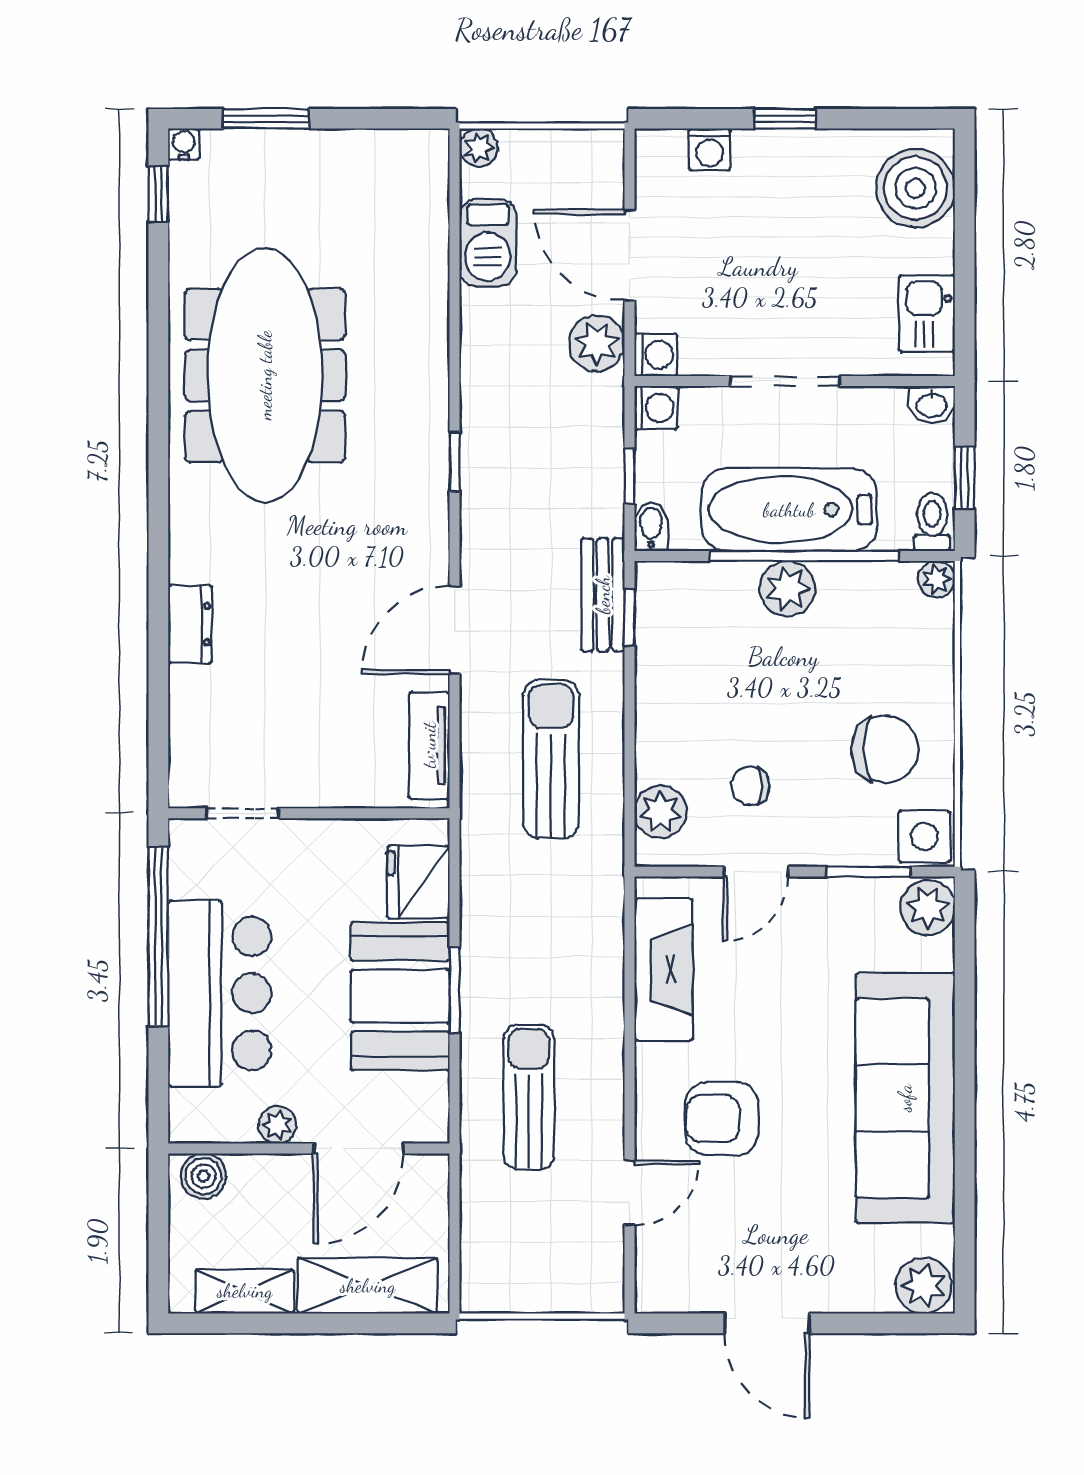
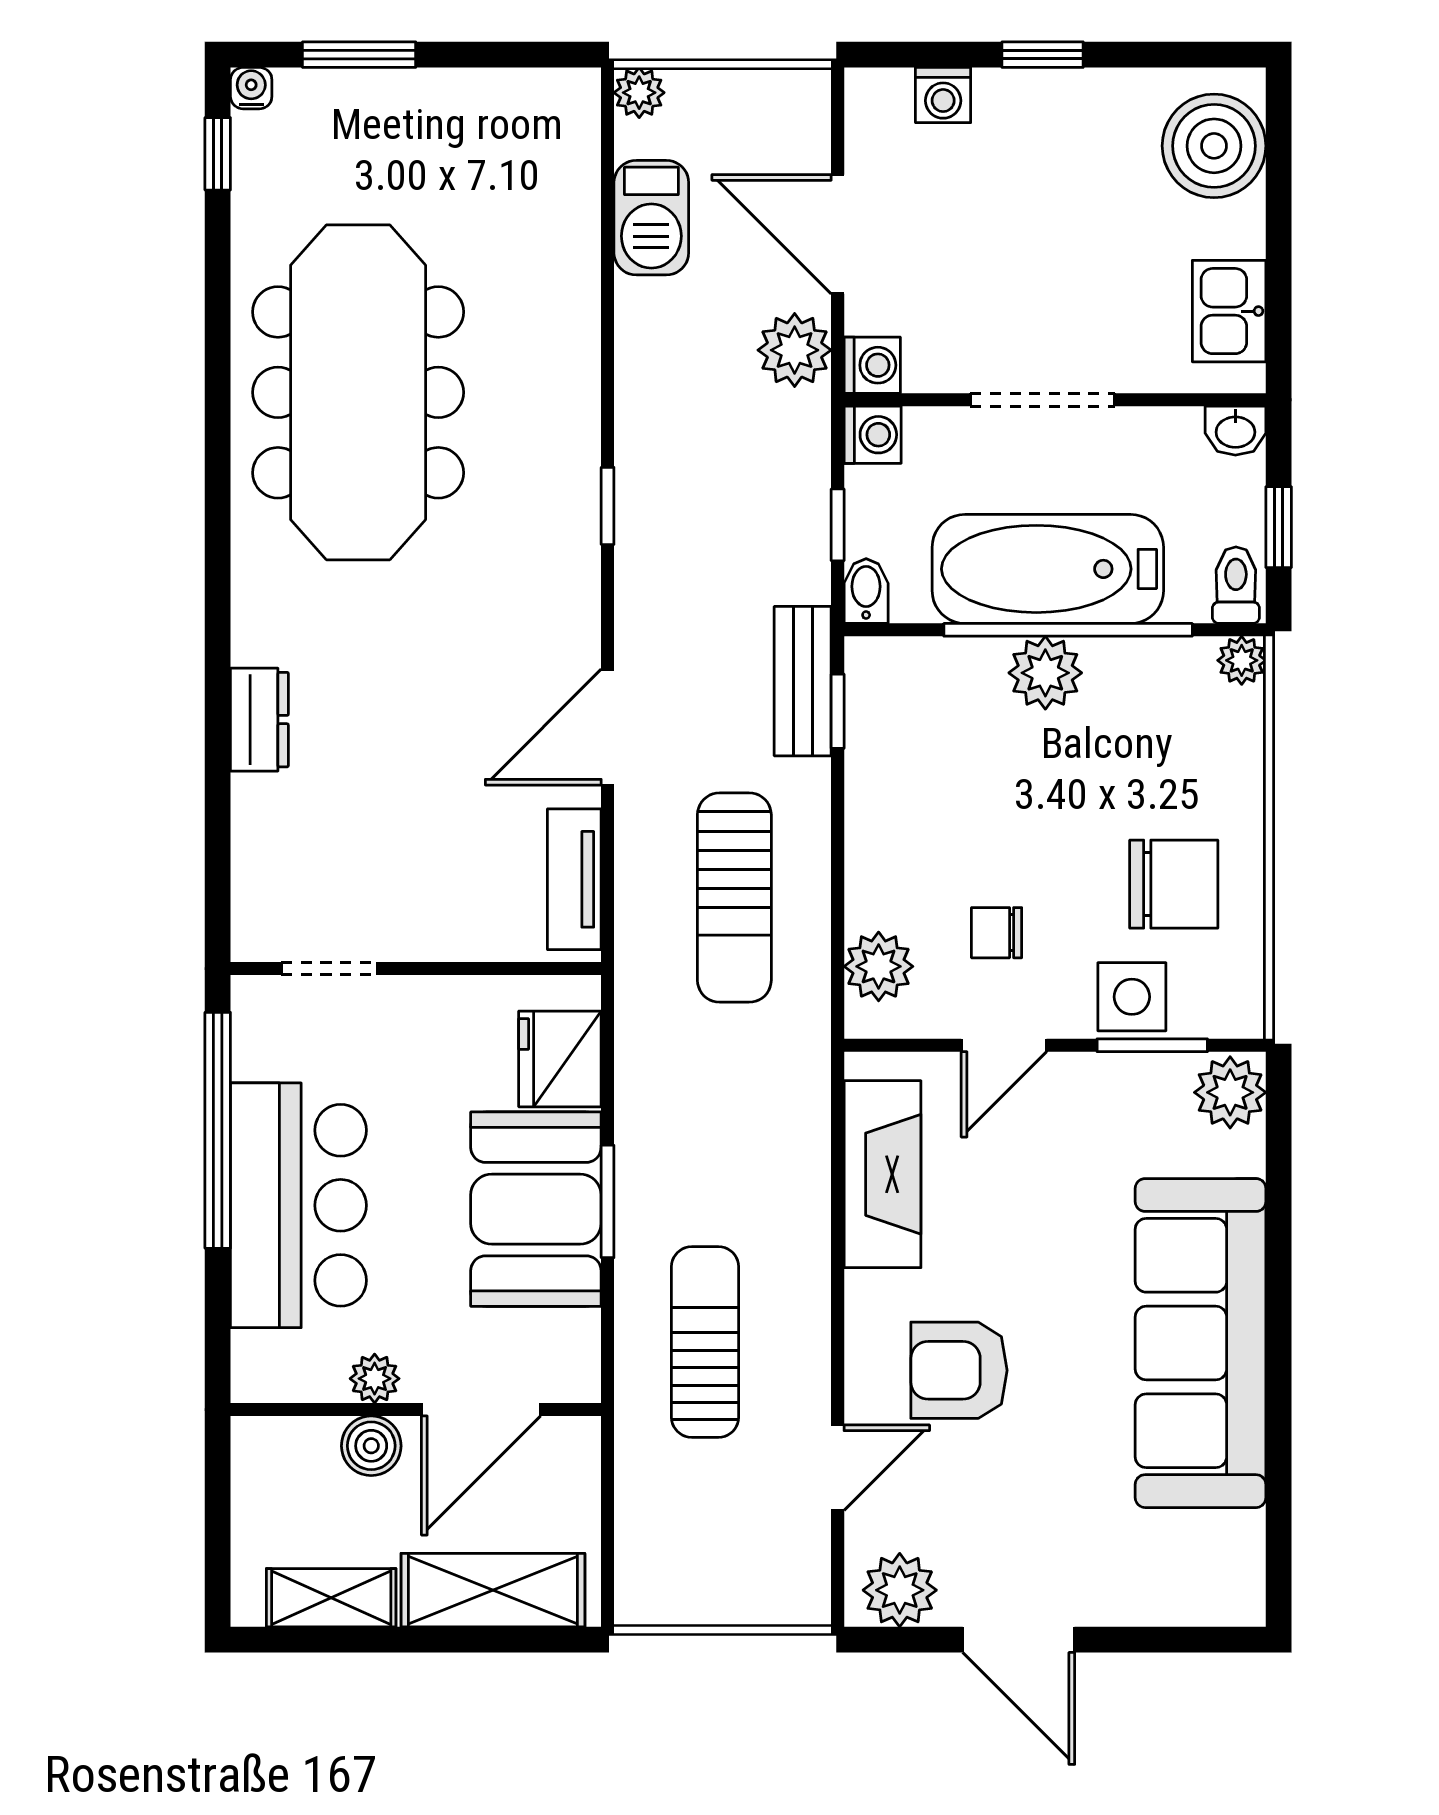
sun lounger: (551, 759) -> (734, 898), turned 180
side table: (924, 836) -> (1132, 997), moved
boiler: (204, 1176) -> (371, 1446), moved
plant: (924, 1286) -> (900, 1590), moved

